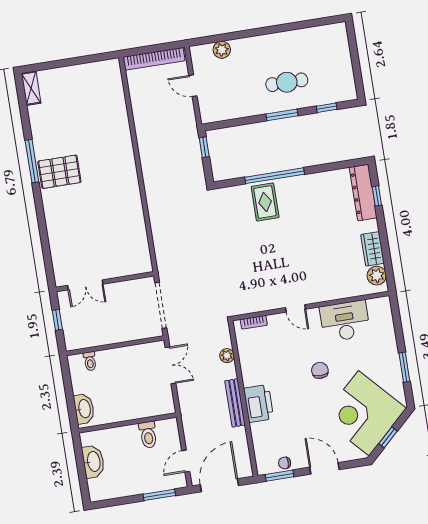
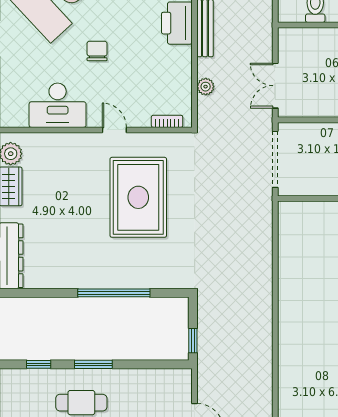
rug: (265, 202) -> (138, 197), moved, width x1.86, depth x2.06
chair: (320, 370) -> (97, 51), turned 180

